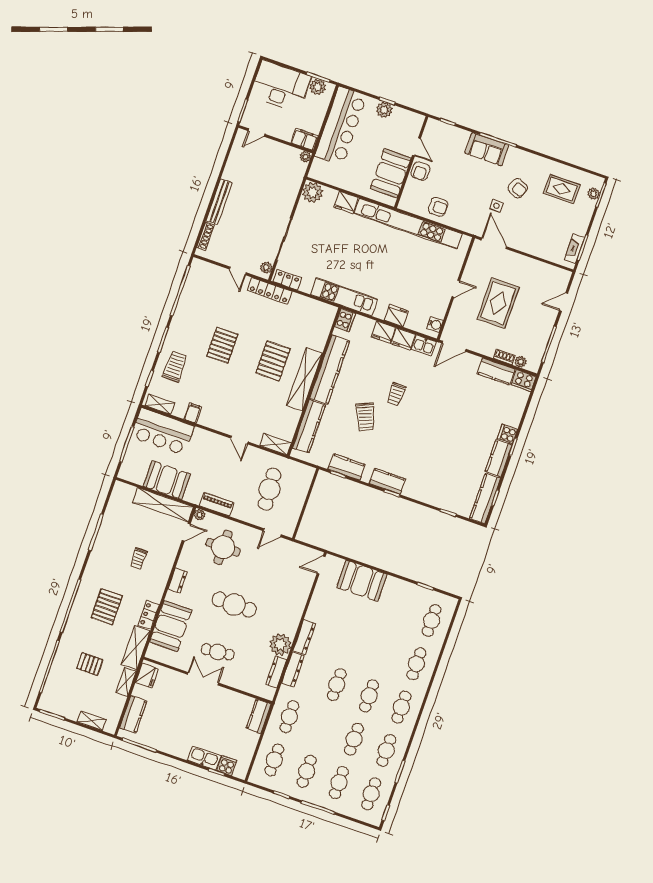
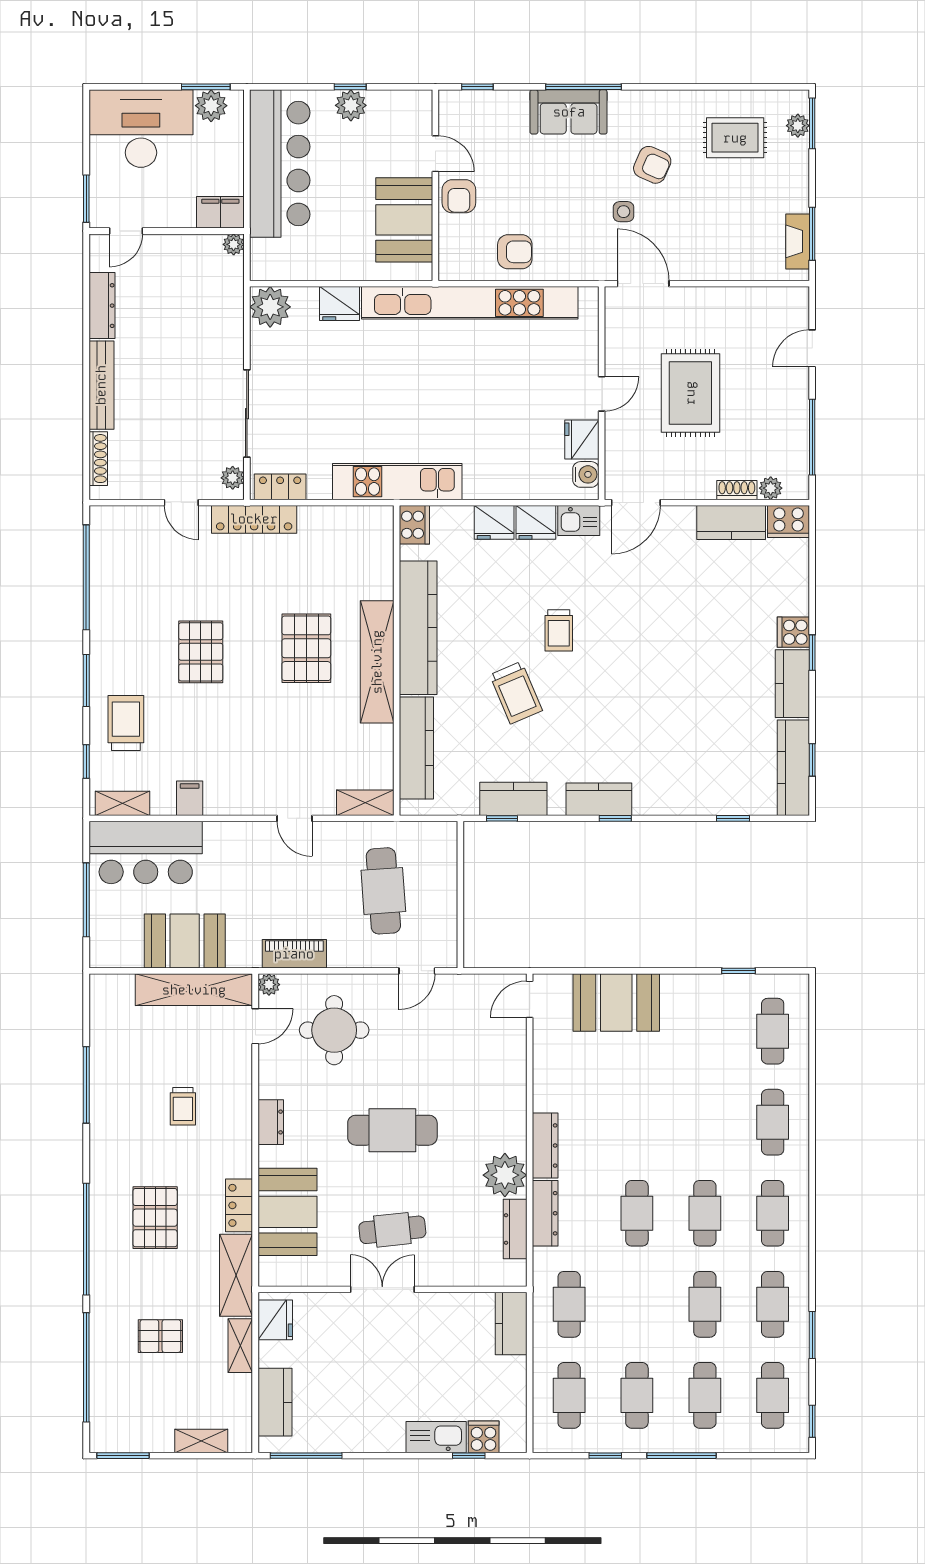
dresser: (233, 164) -> (102, 306), added
fridge: (396, 316) -> (582, 439), moved, turned -90

